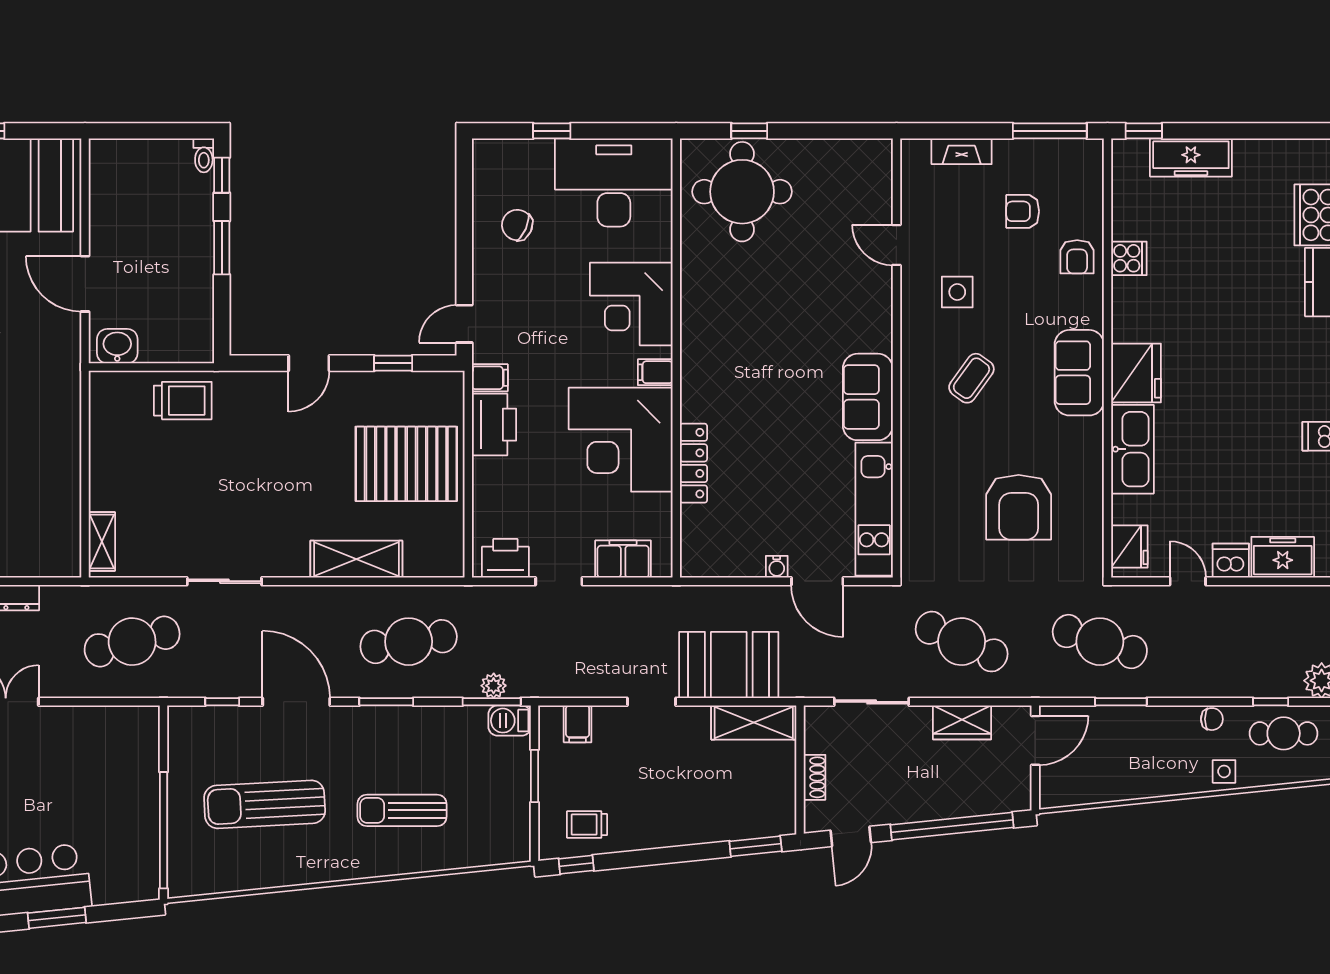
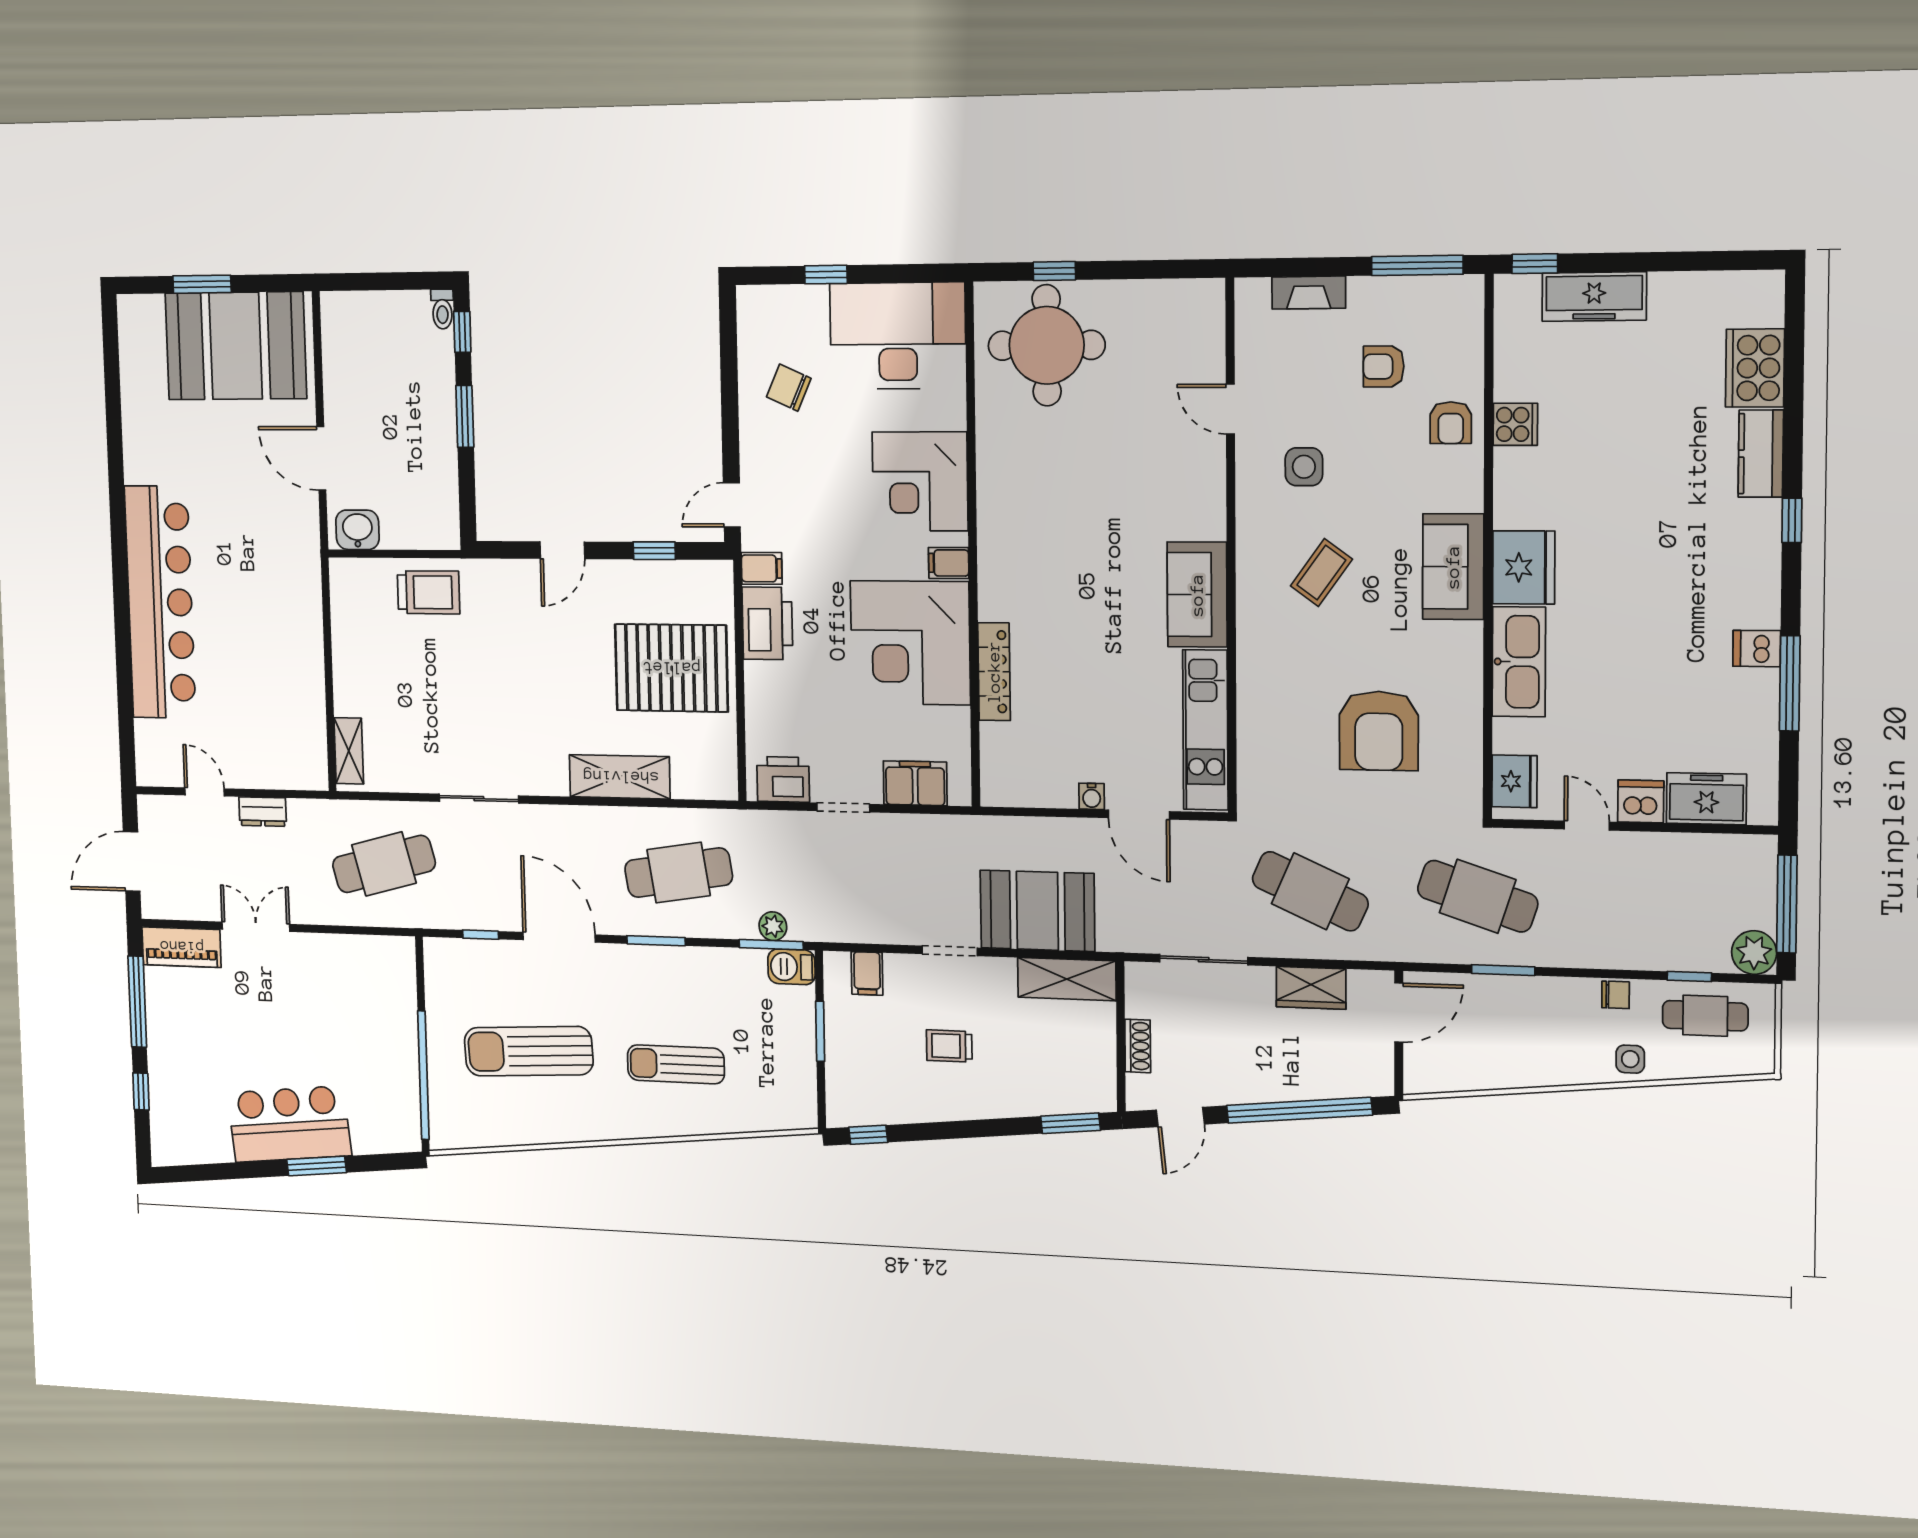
trolley: (587, 825) -> (949, 1046), moved

